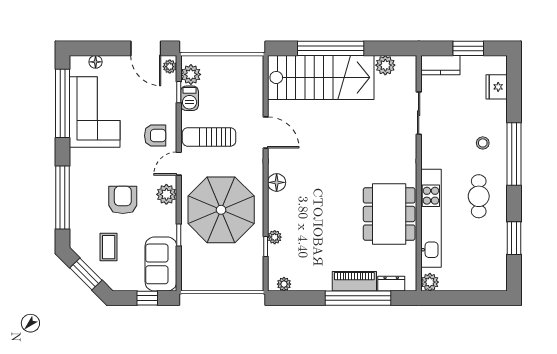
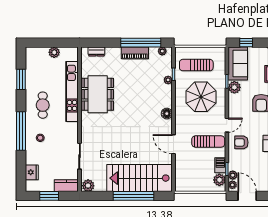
plant: (385, 65) -> (88, 186), moved
plant: (169, 82) -> (233, 175), added
plant: (166, 194) -> (234, 87), moved
parasol: (221, 210) -> (201, 97), width x0.73, depth x0.73
sun lounger: (229, 261) -> (196, 65), added
piano: (354, 281) -> (135, 53), moved
plant: (430, 282) -> (54, 52), moved
window: (358, 298) -> (141, 43), moved

